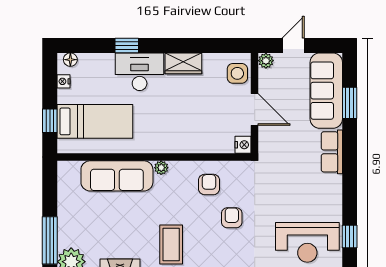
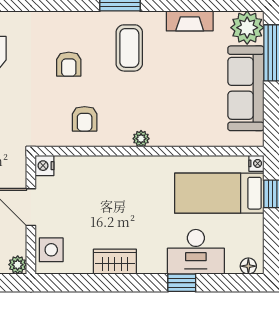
desk: (140, 72) -> (196, 252), moved
nightstand: (63, 81) -> (256, 163), moved
sofa: (117, 176) -> (246, 88), moved, turned -90
armchair: (232, 218) -> (69, 64), moved

